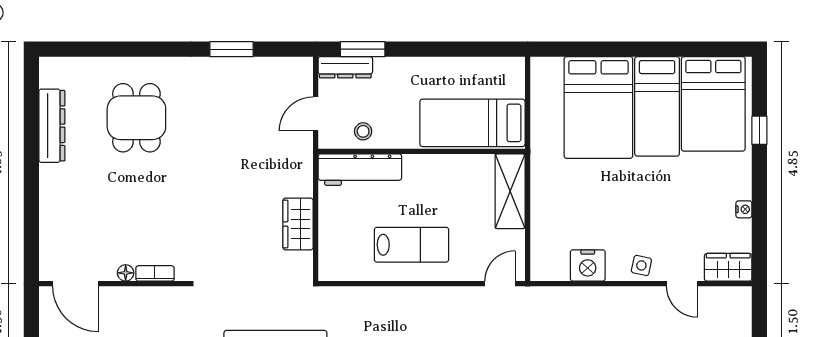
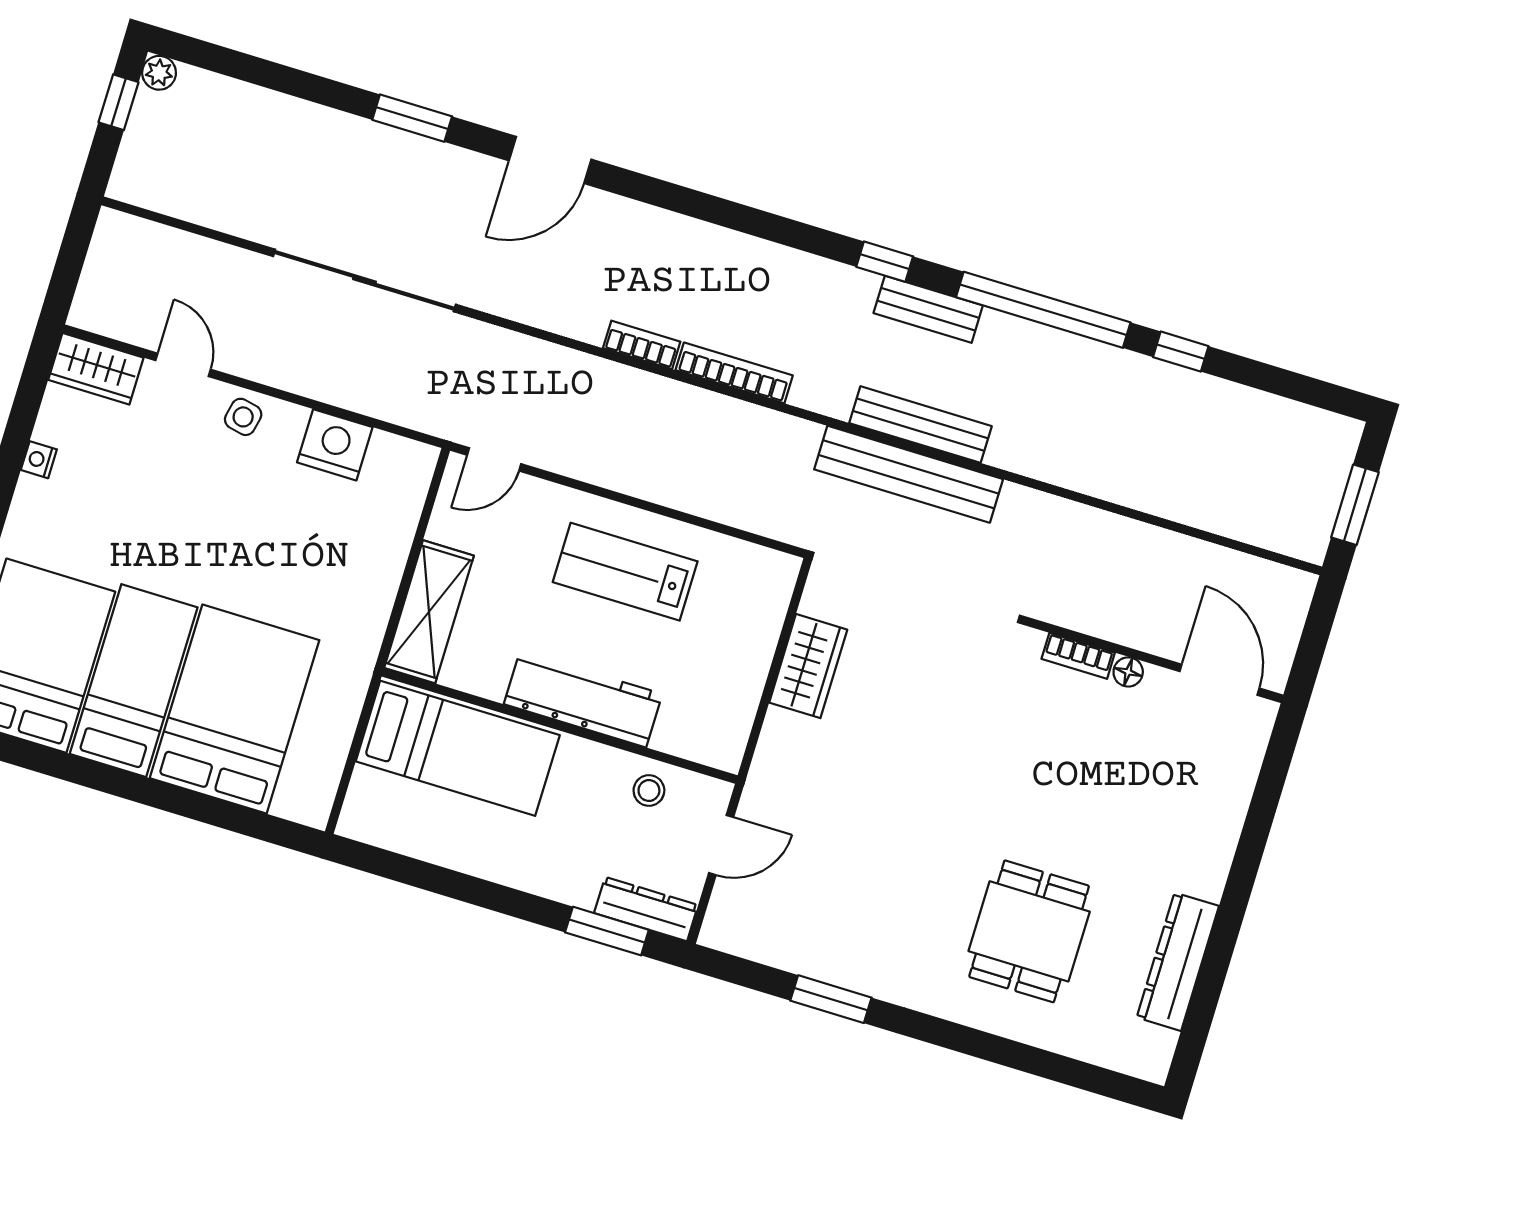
workbench: (360, 170) -> (583, 699), moved

